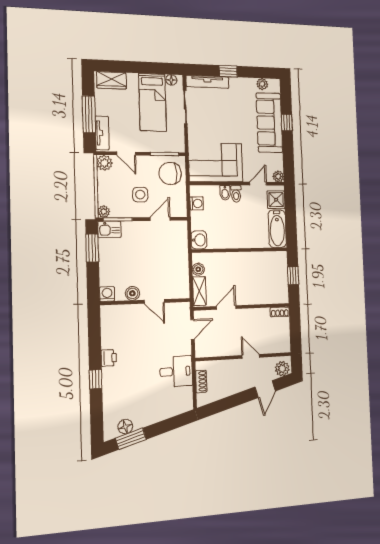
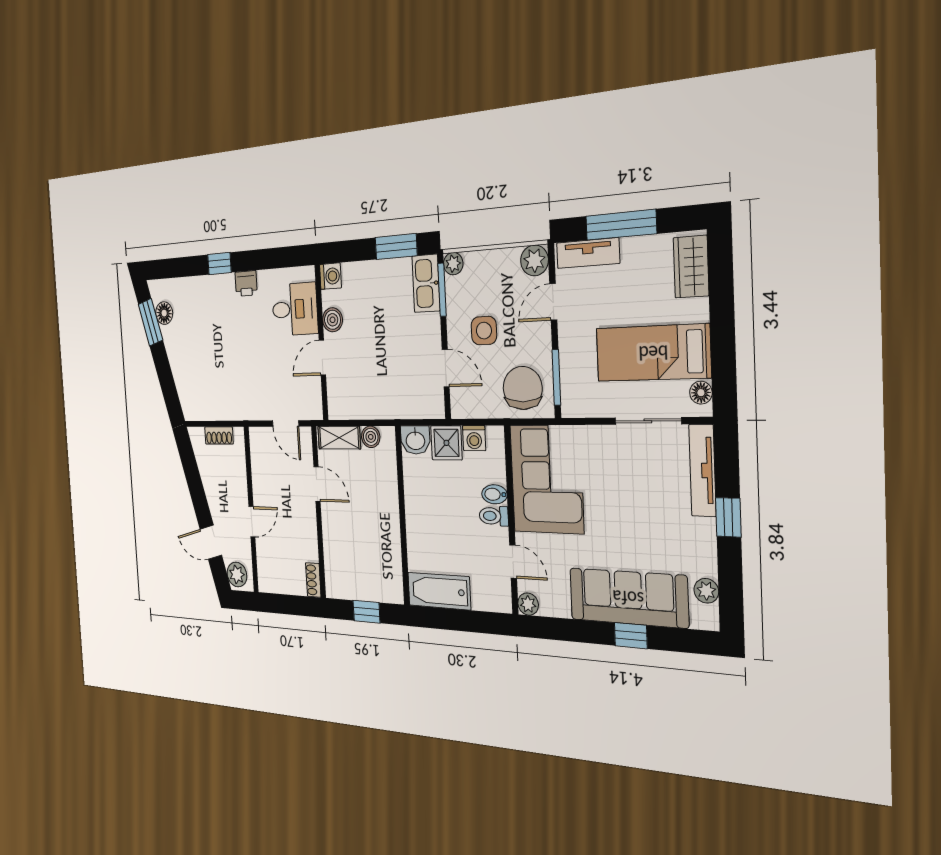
shower: (276, 200) -> (446, 443), moved
kitchen sink: (109, 229) -> (426, 283), width x1.38
desk: (176, 371) -> (295, 309), moved, turned -90

